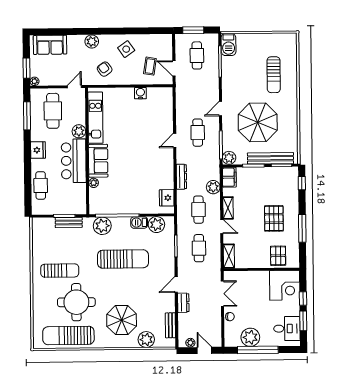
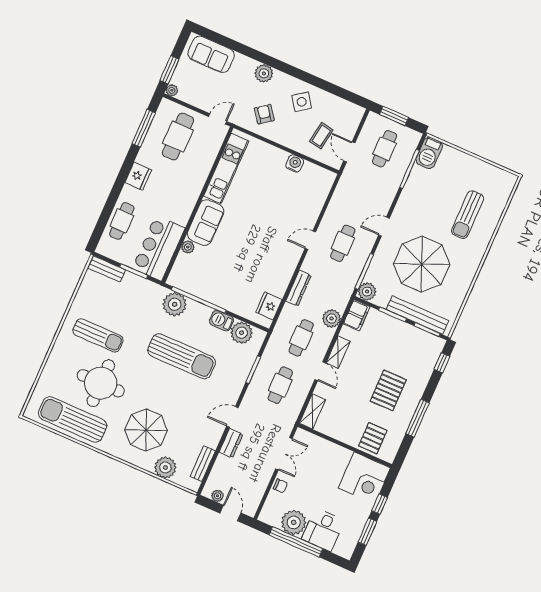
plant: (79, 131) -> (198, 176), removed
bar counter: (74, 161) -> (159, 248), moved
bench: (69, 222) -> (106, 269), moved
desk: (287, 329) -> (323, 530), moved, turned 90

